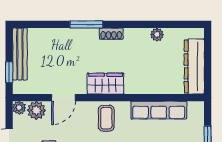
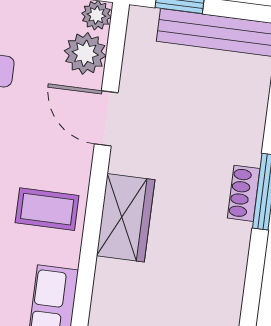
shoe rack: (111, 34) -> (244, 193), moved

